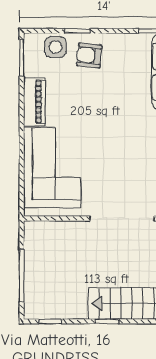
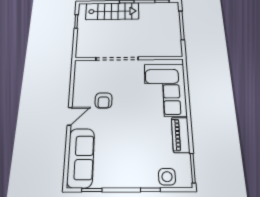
armchair: (89, 55) -> (104, 100), moved, turned 84

